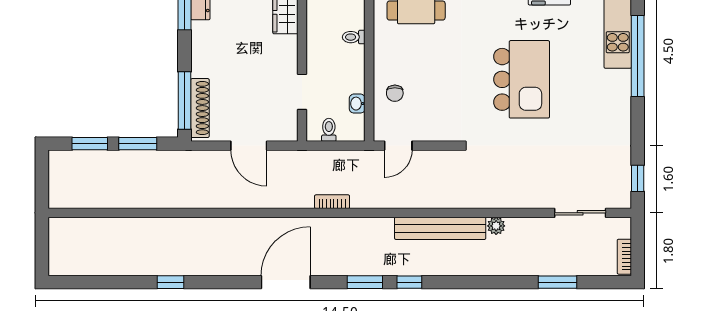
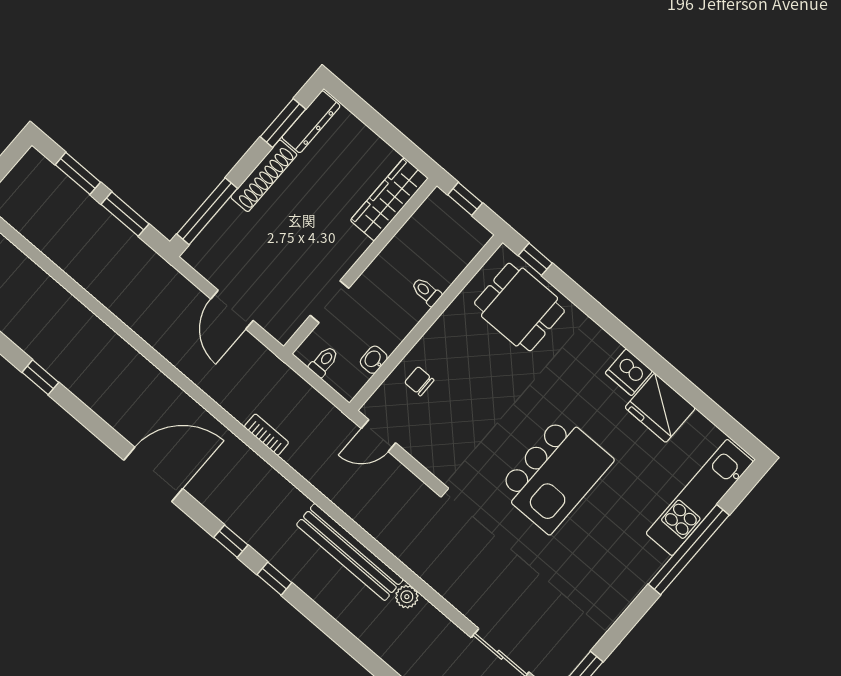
chair: (395, 93) -> (419, 381), turned 90
shoe rack: (200, 108) -> (264, 176), moved
window: (365, 282) -> (231, 541), width x0.67

